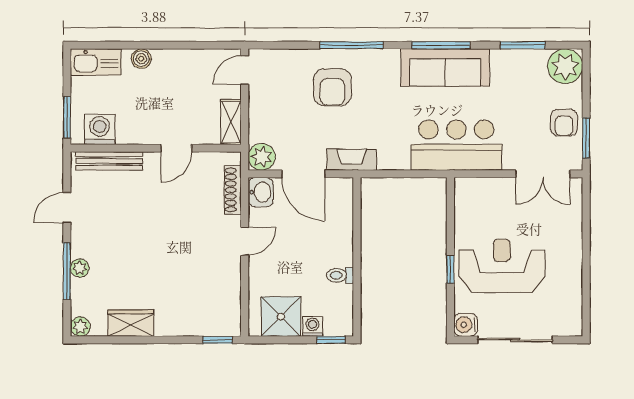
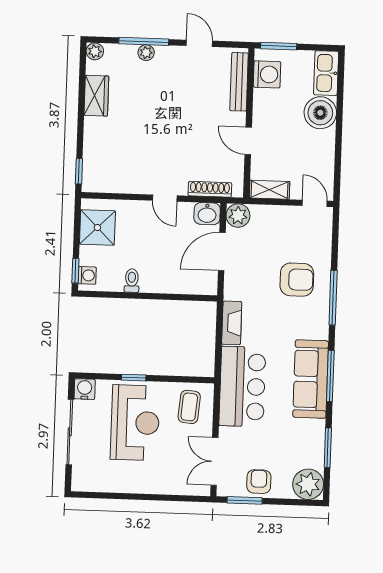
boiler: (141, 59) -> (320, 113), width x1.86, depth x1.86
armchair: (332, 87) -> (297, 280), turned 180
armchair: (564, 123) -> (259, 482), turned 90
fireplace: (352, 160) -> (232, 323), moved
coffee table: (482, 205) -> (189, 407), added
washing machine: (313, 326) -> (87, 275), moved

